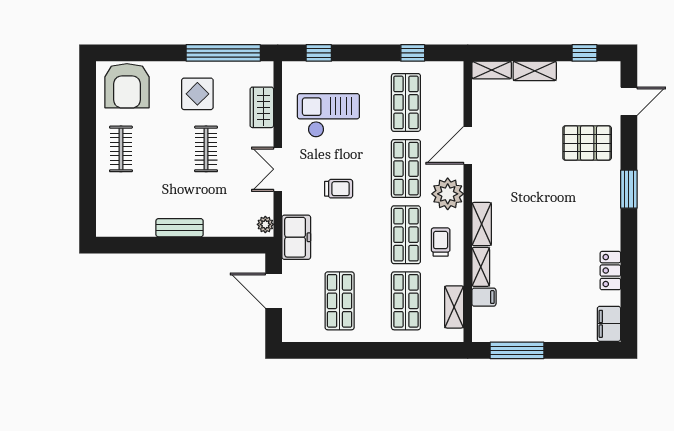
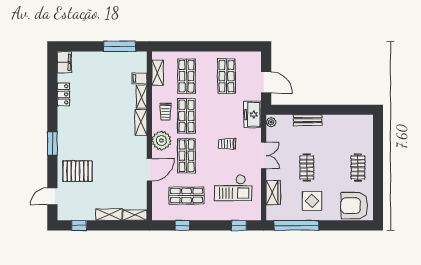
armchair: (127, 86) -> (354, 206), turned -90
shop shelf: (406, 102) -> (186, 196), turned 90
bench: (180, 228) -> (308, 120), moved

